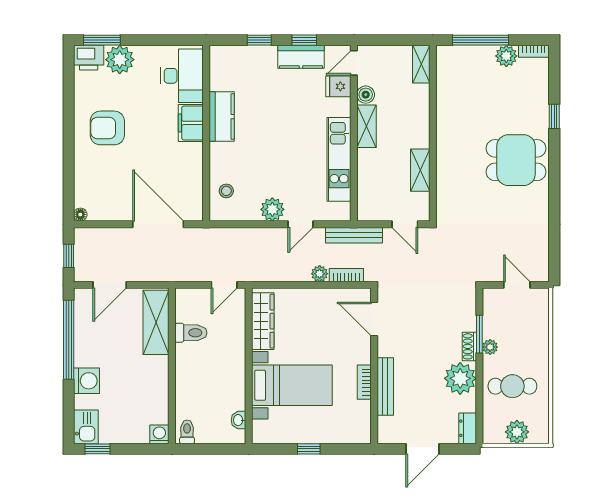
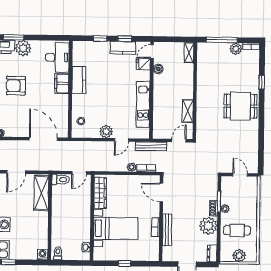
shelving: (367, 126) -> (159, 86), removed
door: (405, 224) -> (179, 141), swing flipped
toilet: (191, 333) -> (61, 180), moved

